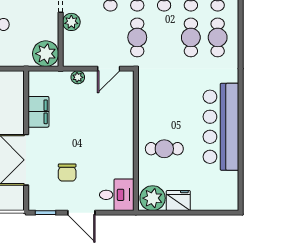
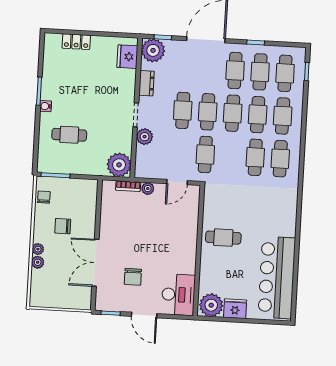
bookcase: (57, 76) -> (128, 186), added
filing cabinet: (38, 112) -> (109, 219), removed
bar counter: (221, 127) -> (277, 278), moved
cafe table: (164, 149) -> (223, 238), moved
desk: (117, 195) -> (178, 295), width x1.37

